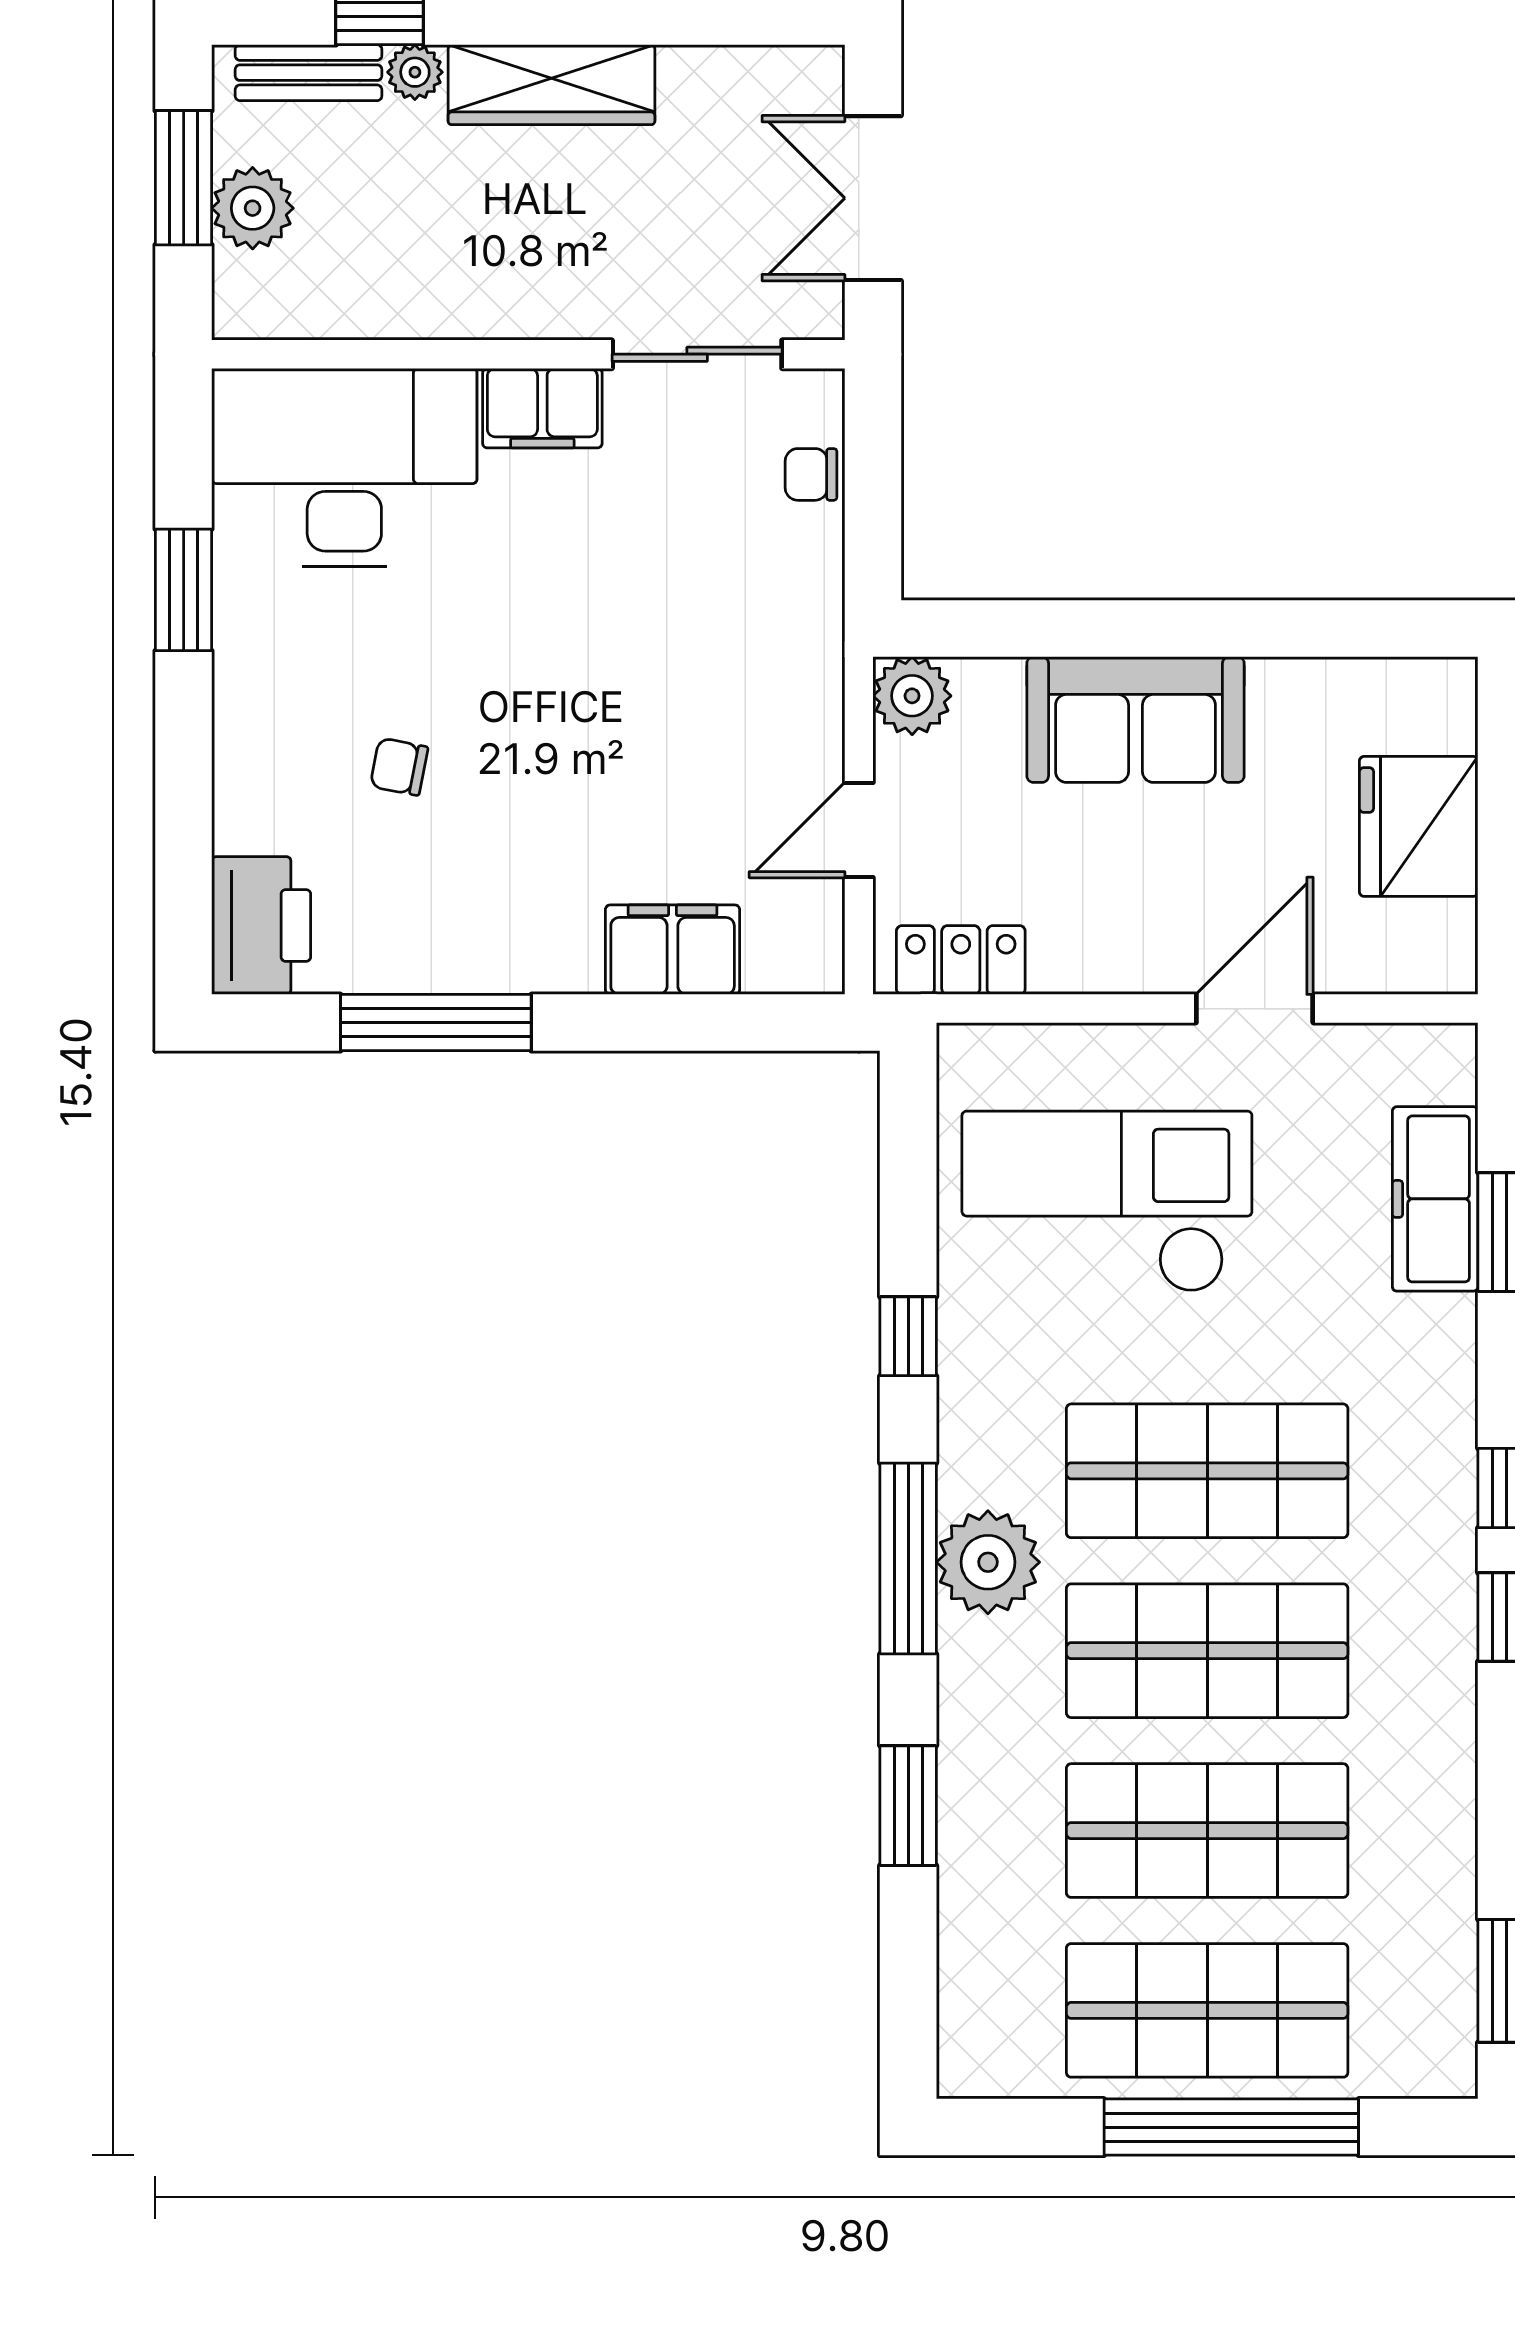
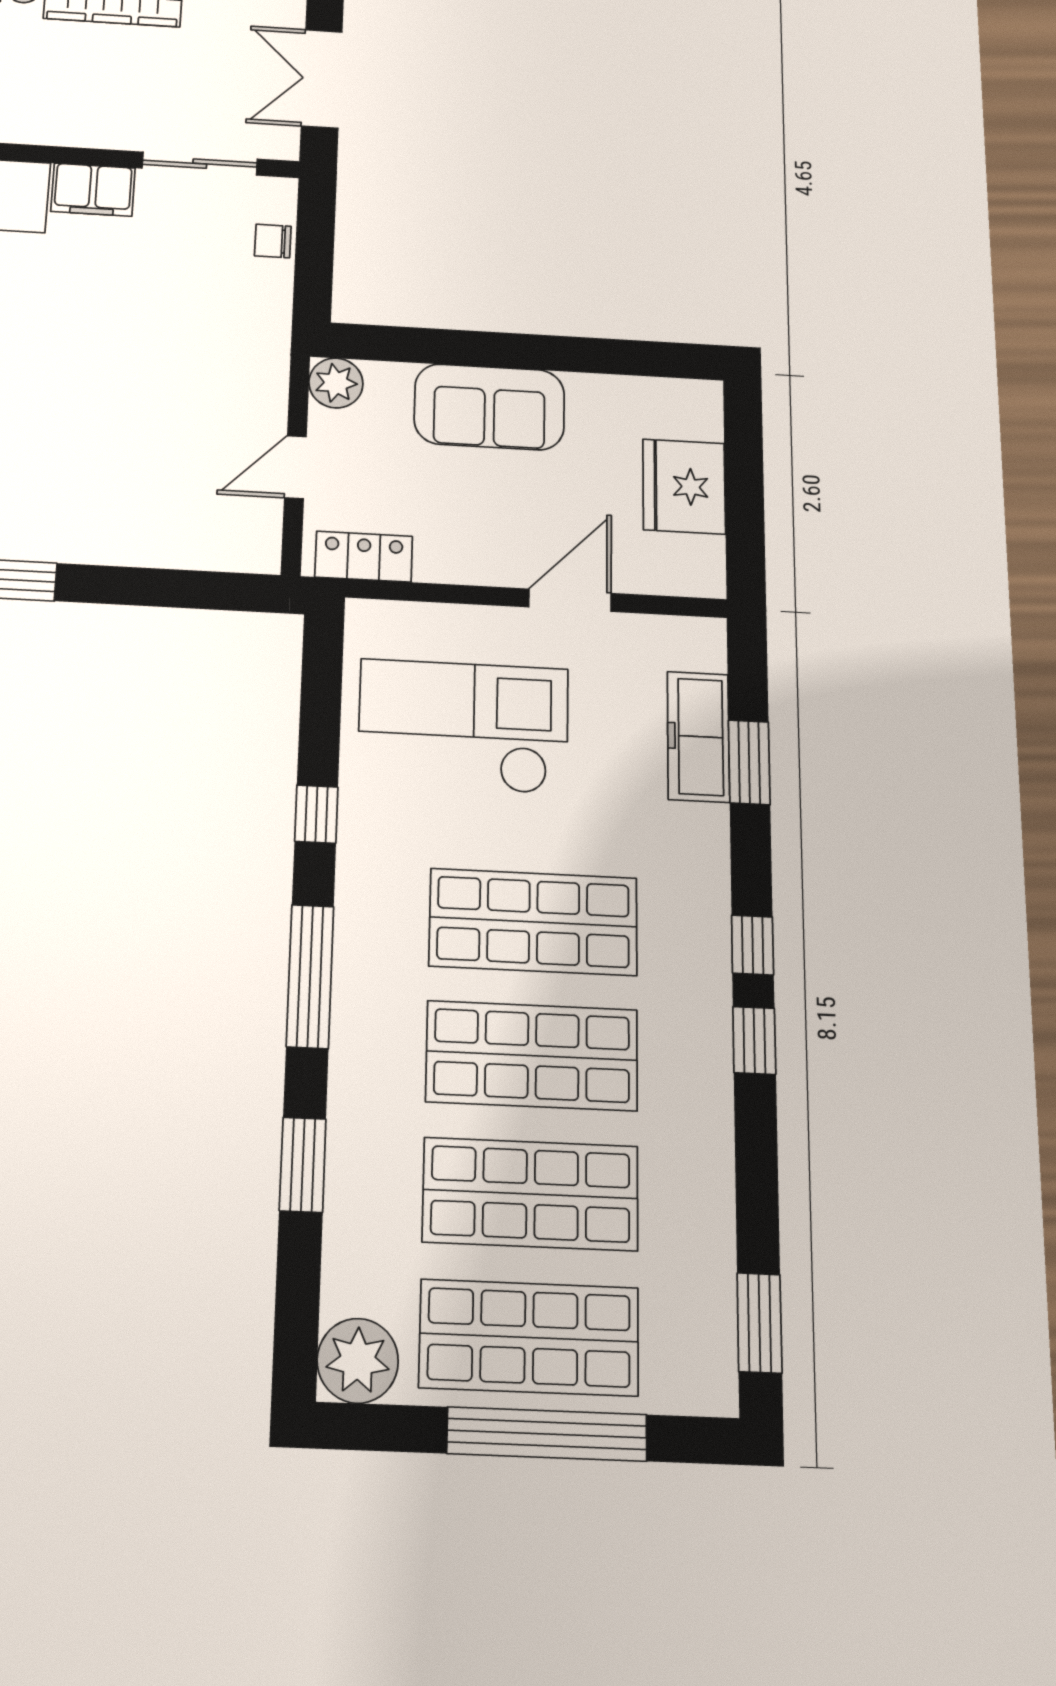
filing cabinet: (673, 950) -> (160, 539), removed
plant: (988, 1562) -> (358, 1361), moved

